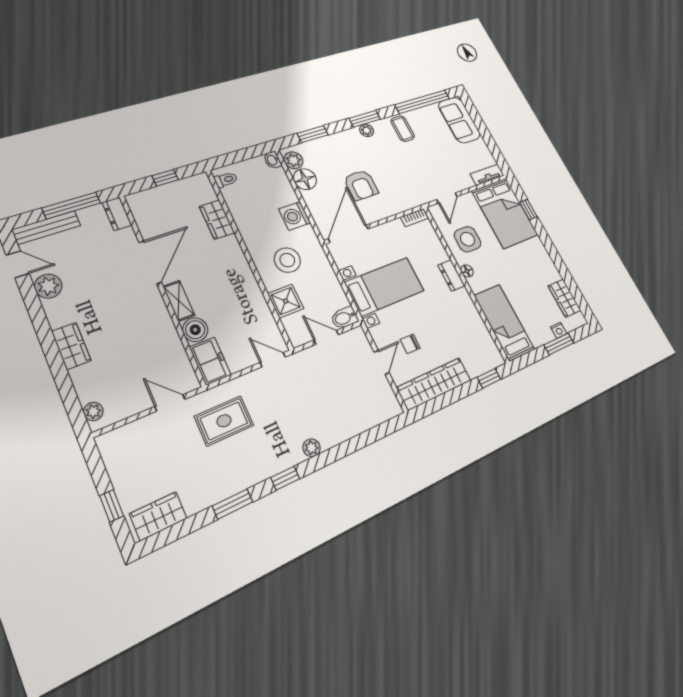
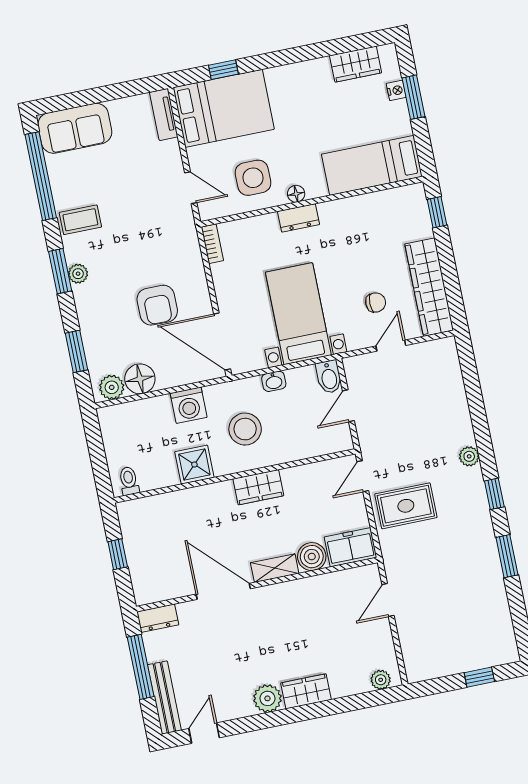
washbasin: (272, 160) -> (274, 381), moved
armchair: (361, 185) -> (157, 305), turned 90
wardrobe: (217, 220) -> (258, 487), moved
plant: (48, 286) -> (267, 698), moved
shower: (286, 301) -> (194, 465), moved
chair: (410, 344) -> (376, 302), turned -91
door: (382, 362) -> (391, 346), hinge flipped
rug: (224, 421) -> (406, 506), moved, turned 90
wardrobe: (158, 516) -> (500, 634), removed

